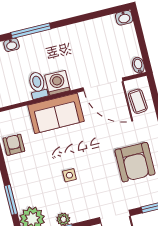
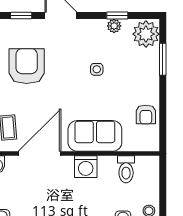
door: (103, 84) -> (40, 154), hinge flipped
toilet: (38, 85) -> (126, 169), moved

